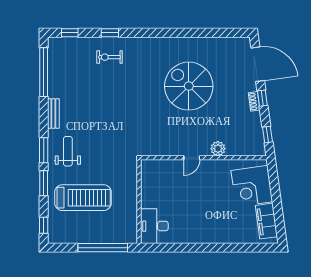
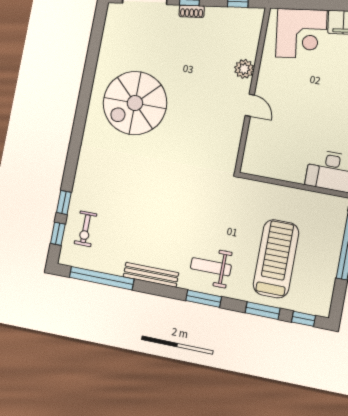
window: (110, 33) -> (64, 202), moved
exercise bike: (110, 57) -> (85, 229), moved
spiral stairs: (189, 86) -> (135, 103), moved
bench: (53, 114) -> (151, 275), width x1.36
window: (44, 183) -> (263, 311), moved

